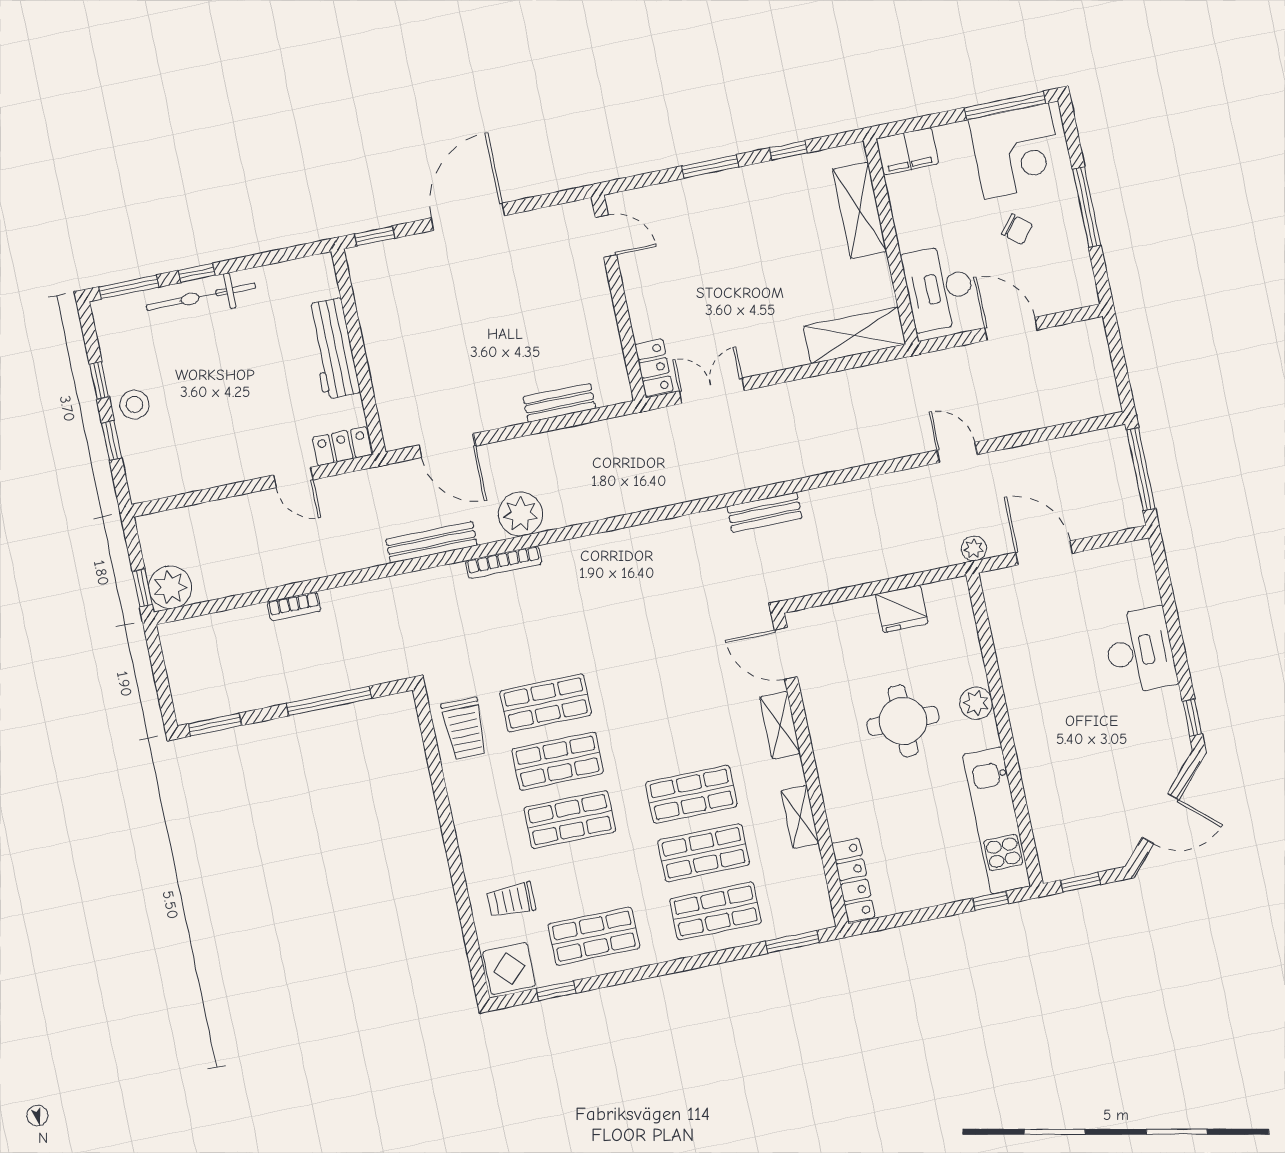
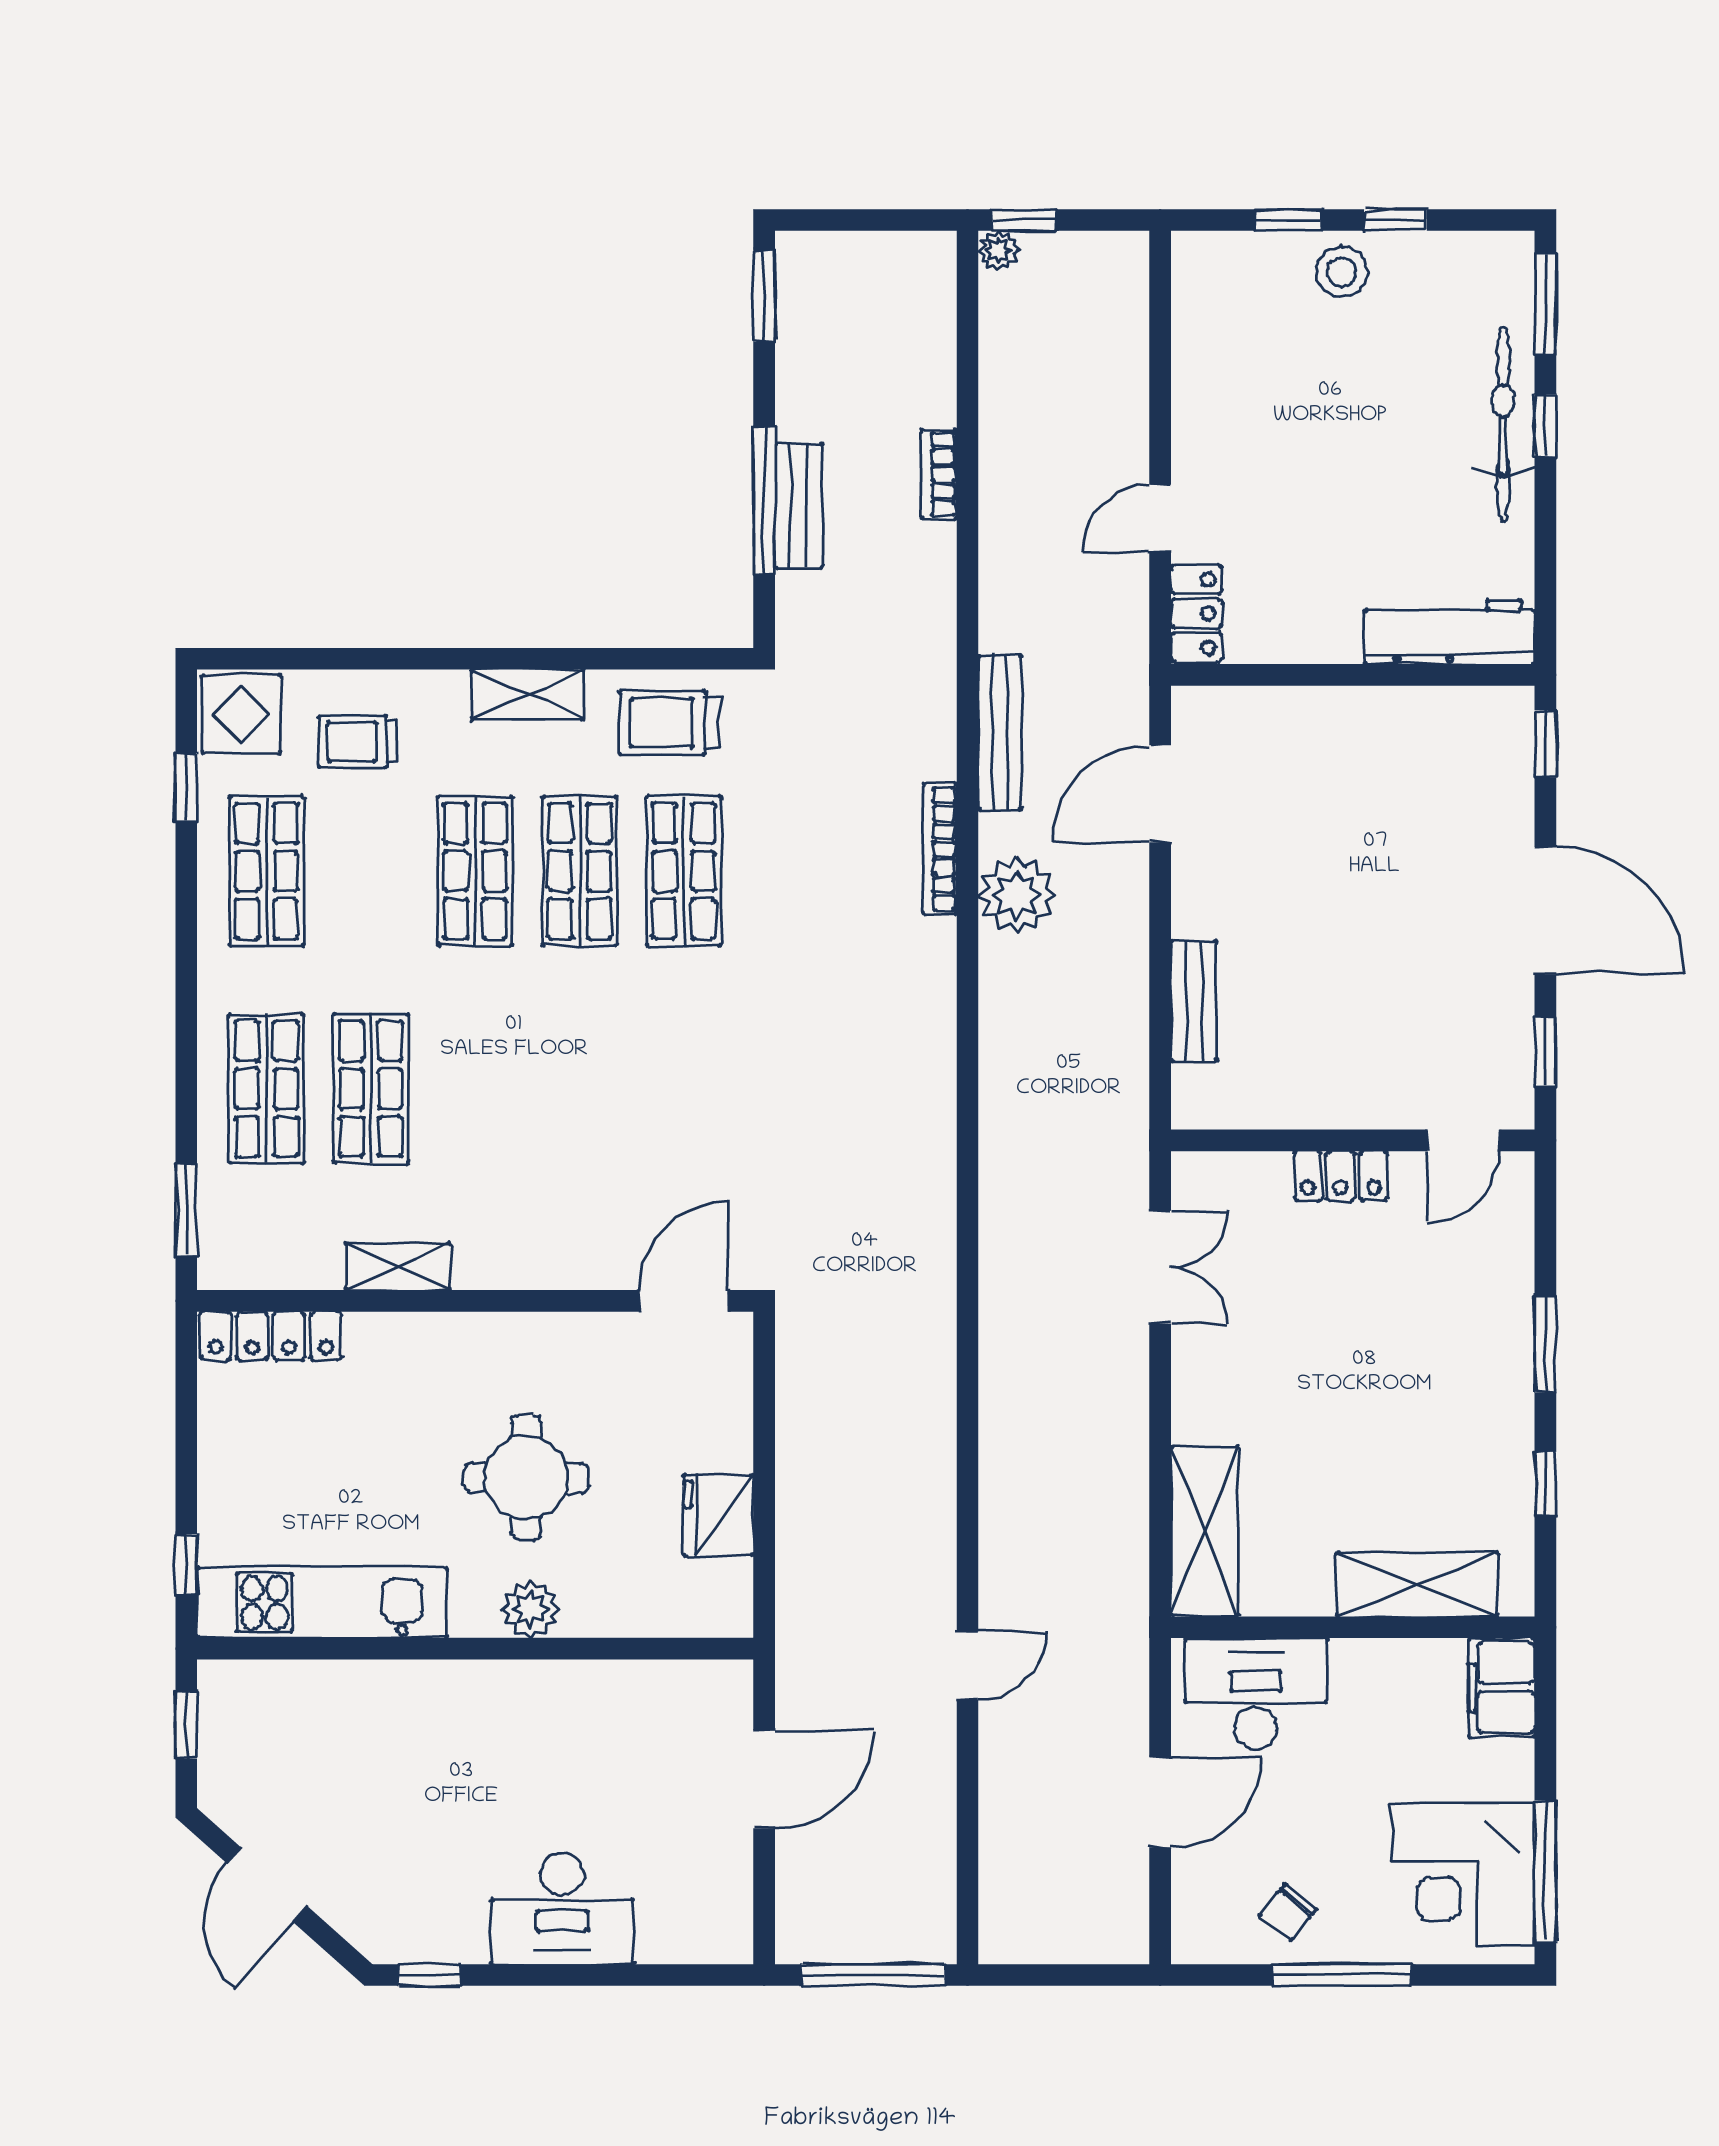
window: (547, 200) -> (1545, 1051), added
chair: (1017, 229) -> (1288, 1912), moved
workbench: (333, 349) -> (1449, 632), moved
locker: (654, 368) -> (1341, 1176), moved
bench: (765, 512) -> (799, 505), moved
plant: (974, 548) -> (797, 1660), removed
plant: (170, 587) -> (998, 251), width x0.53, depth x0.53
shelving: (780, 725) -> (528, 695), moved
shop shelf: (691, 794) -> (475, 1089), removed
trolley: (511, 900) -> (358, 742), turned -90

